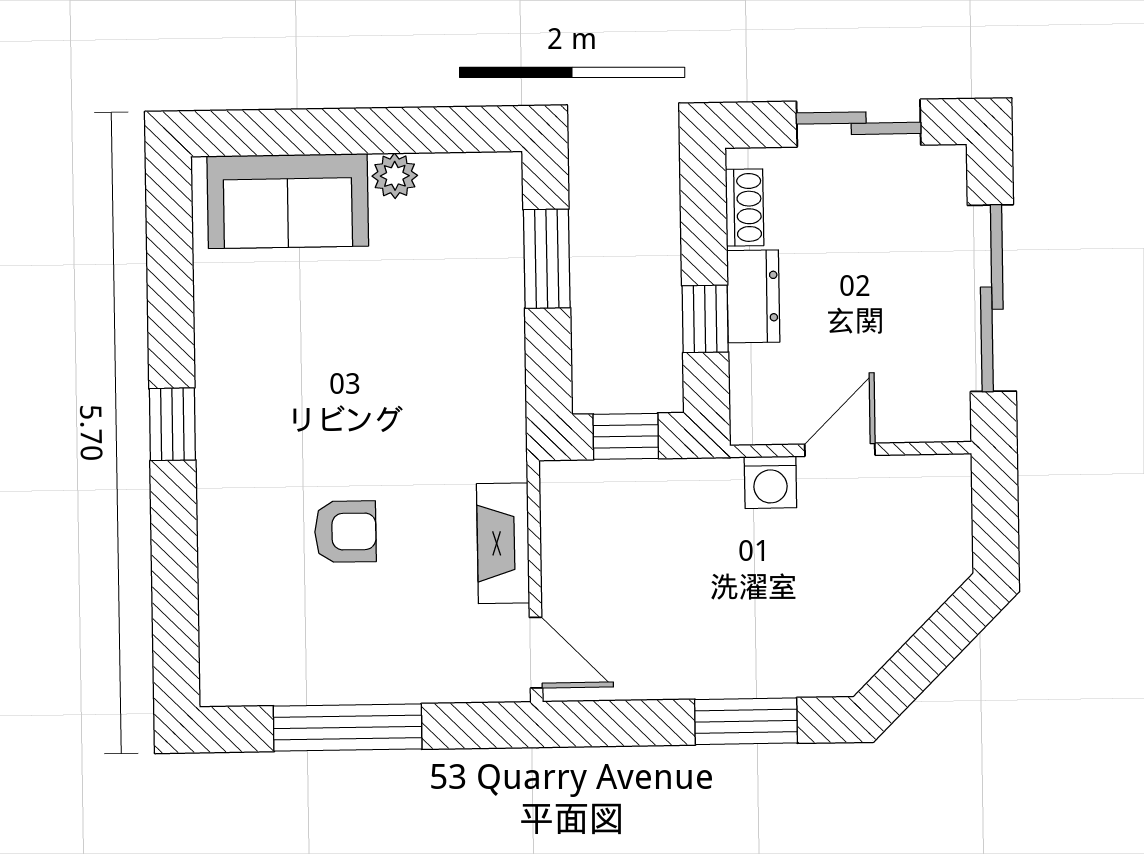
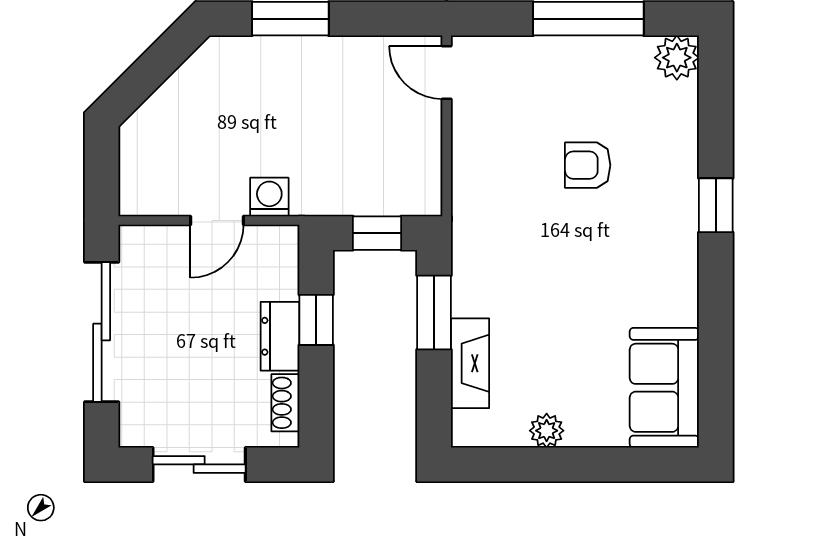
sofa: (288, 201) -> (664, 388), moved, turned -90
window: (547, 259) -> (434, 312), moved
window: (172, 424) -> (716, 205), moved
fireplace: (503, 543) -> (470, 363), moved
plant: (229, 677) -> (677, 58), added

